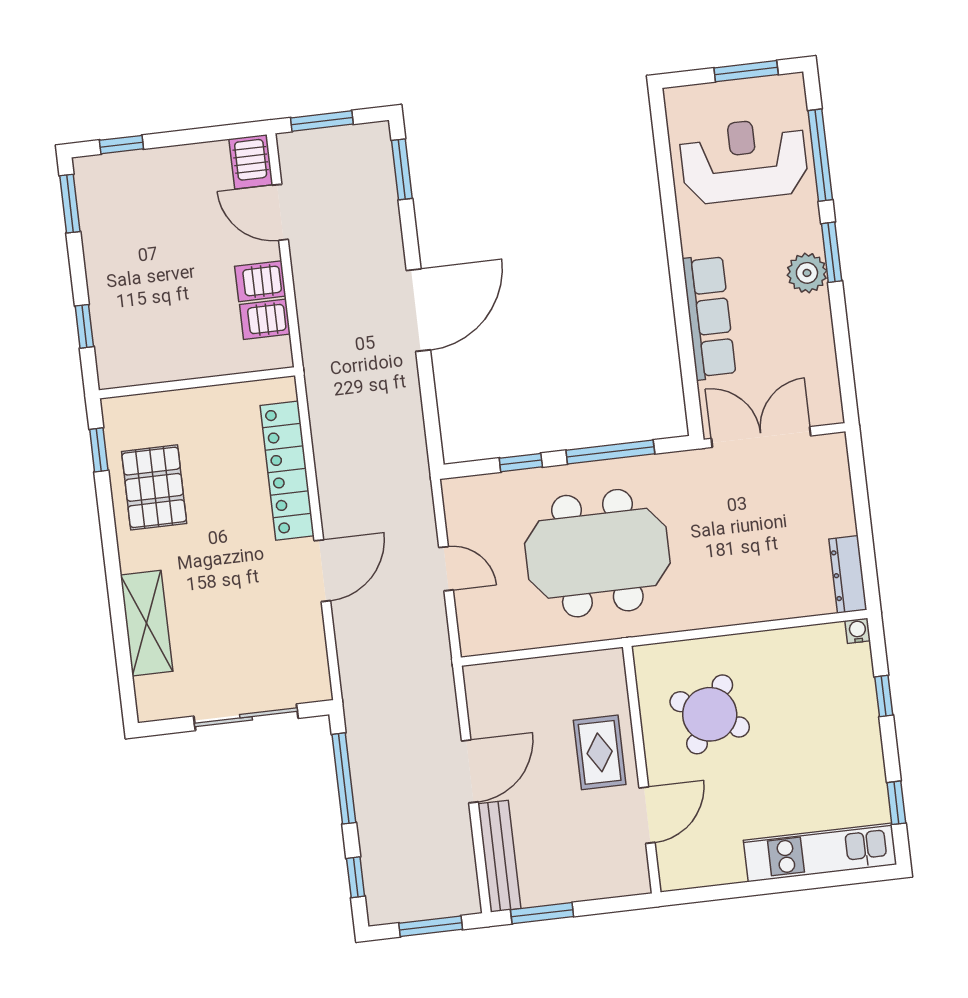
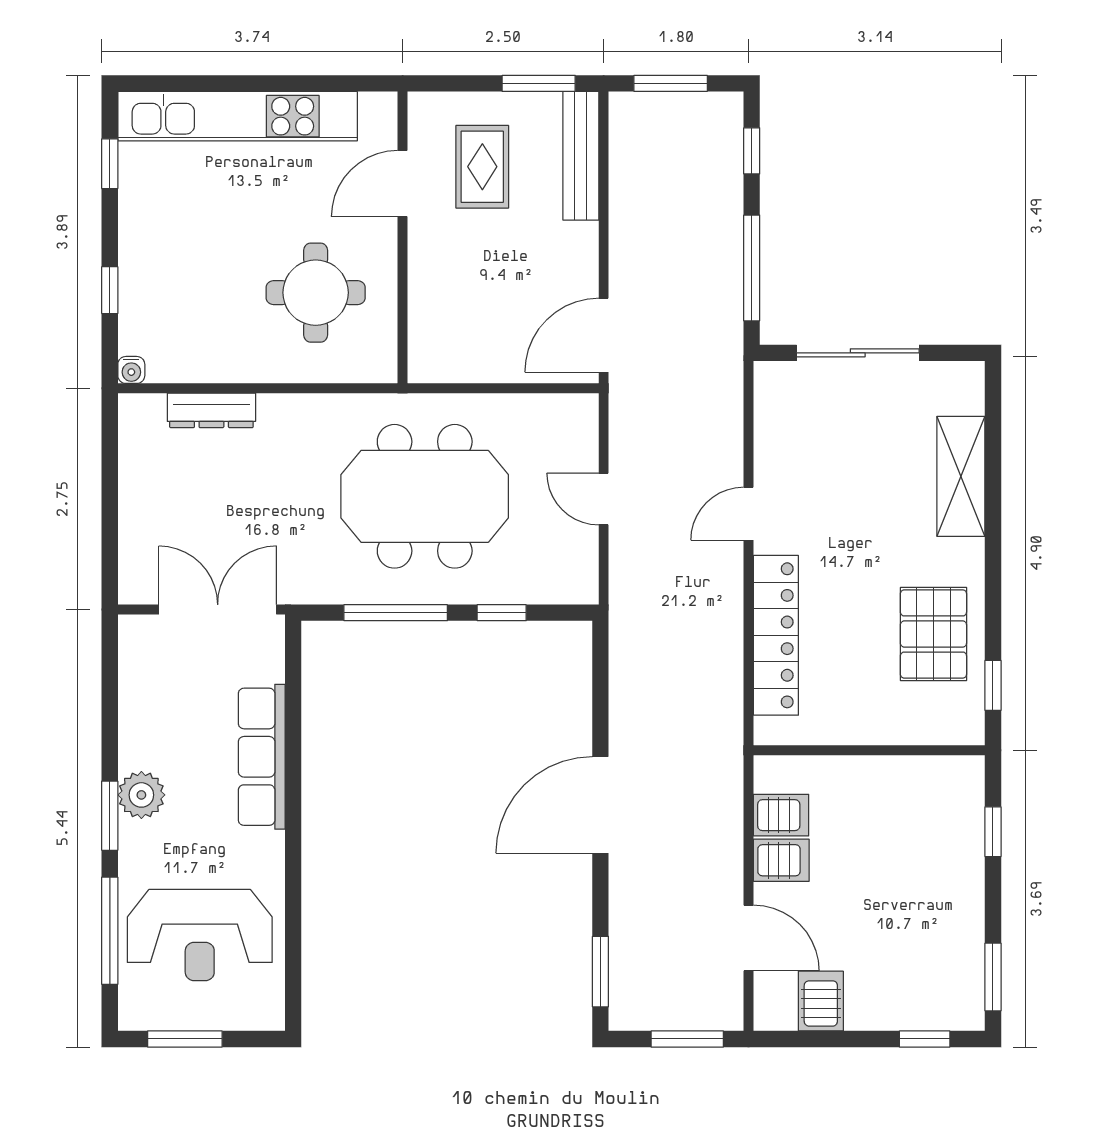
server rack: (251, 162) -> (821, 1001), moved
double door: (761, 437) -> (218, 609), swing flipped
door: (322, 571) -> (748, 514), width x0.73
dresser: (848, 574) -> (211, 410), moved, turned 90
round table: (710, 714) -> (316, 293), turned -30
rug: (600, 752) -> (482, 167), moved
door: (470, 771) -> (604, 335), moved
kitchen unit: (820, 852) -> (238, 116), width x1.36

